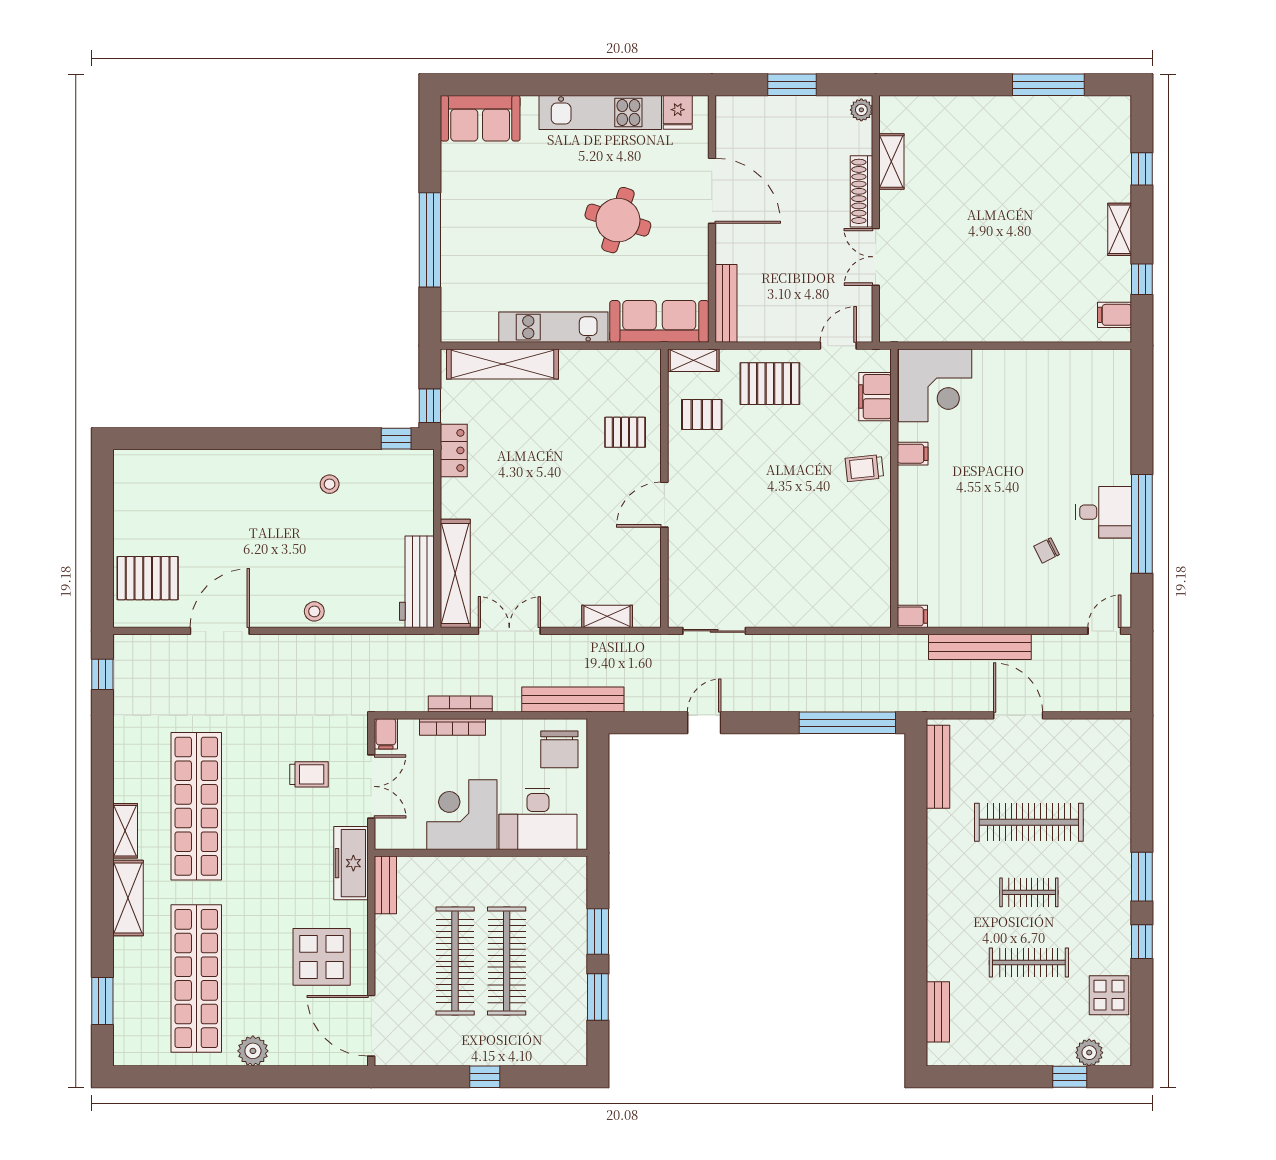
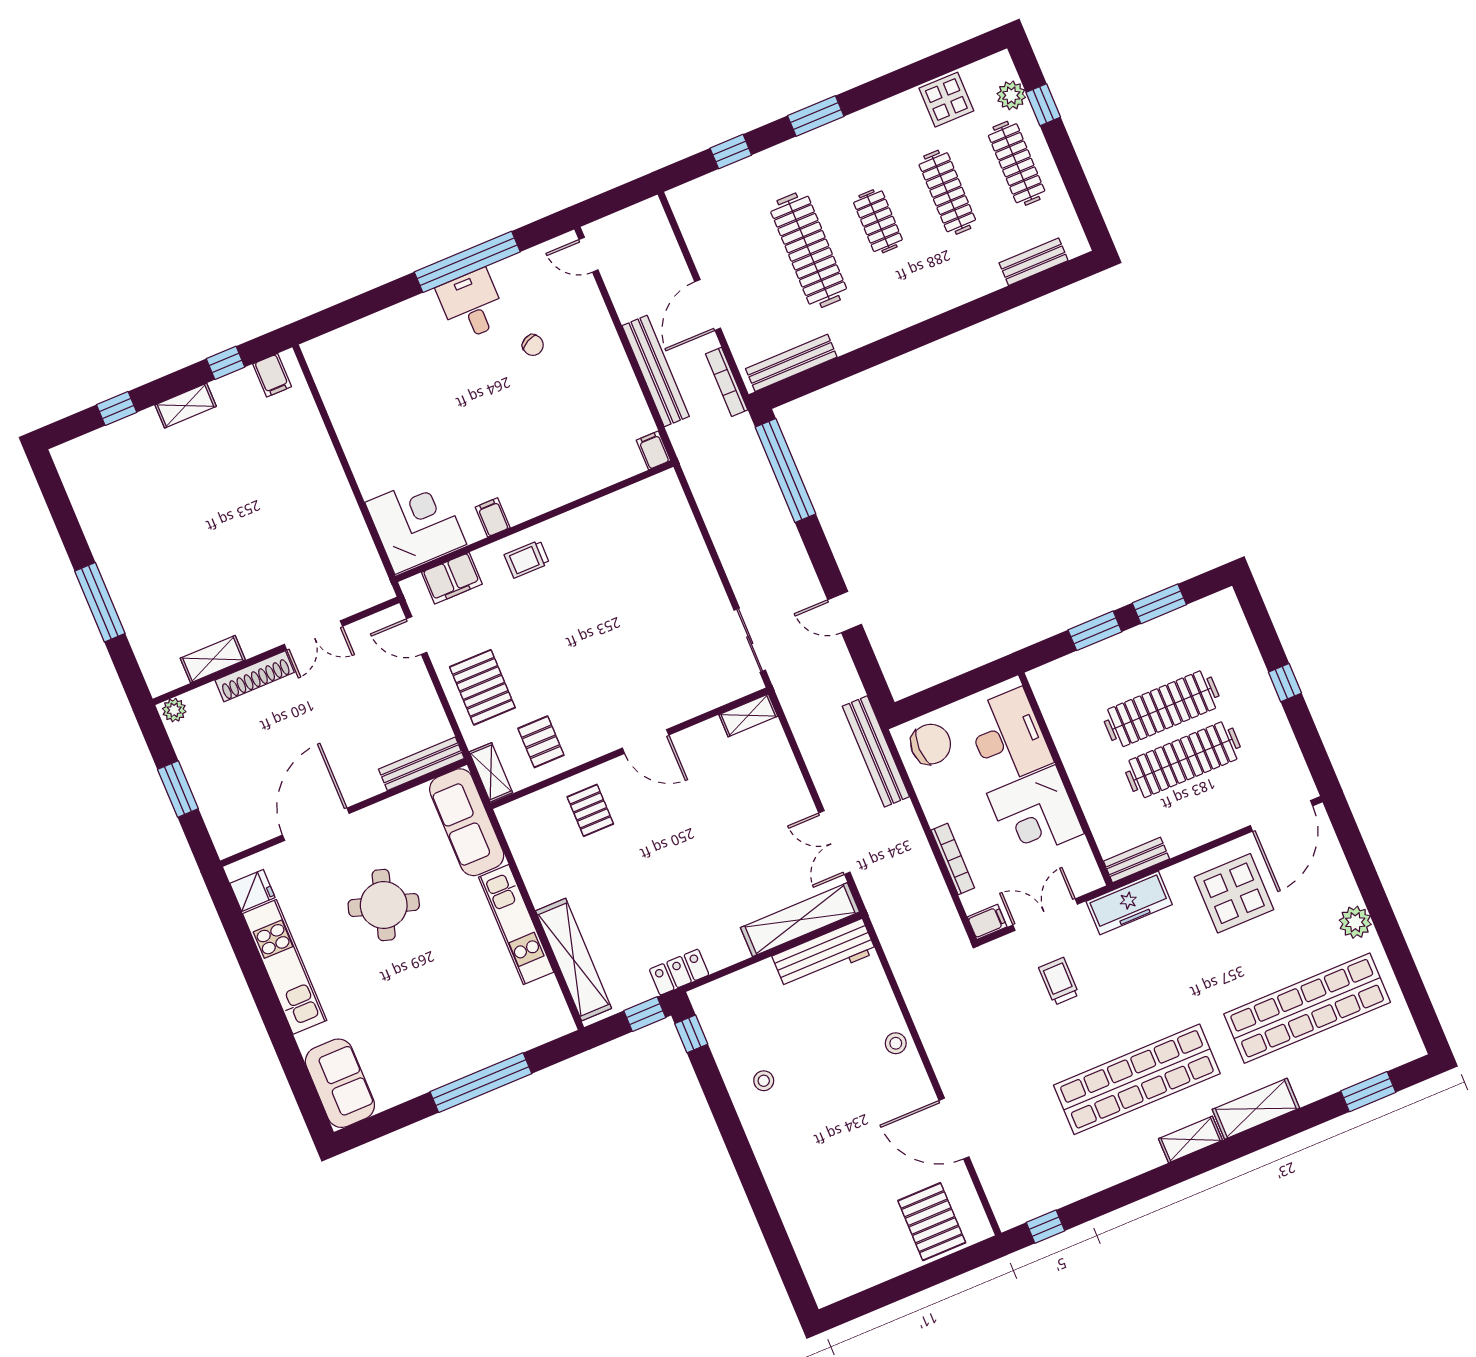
window: (1048, 85) -> (100, 602), moved
trolley: (864, 468) -> (527, 559), turned 96
shelving: (607, 616) -> (748, 715), moved, turned 90
bookcase: (460, 704) -> (727, 382), moved
window: (1142, 942) -> (731, 152), moved
clothes rail: (1029, 1033) -> (1017, 163), added

